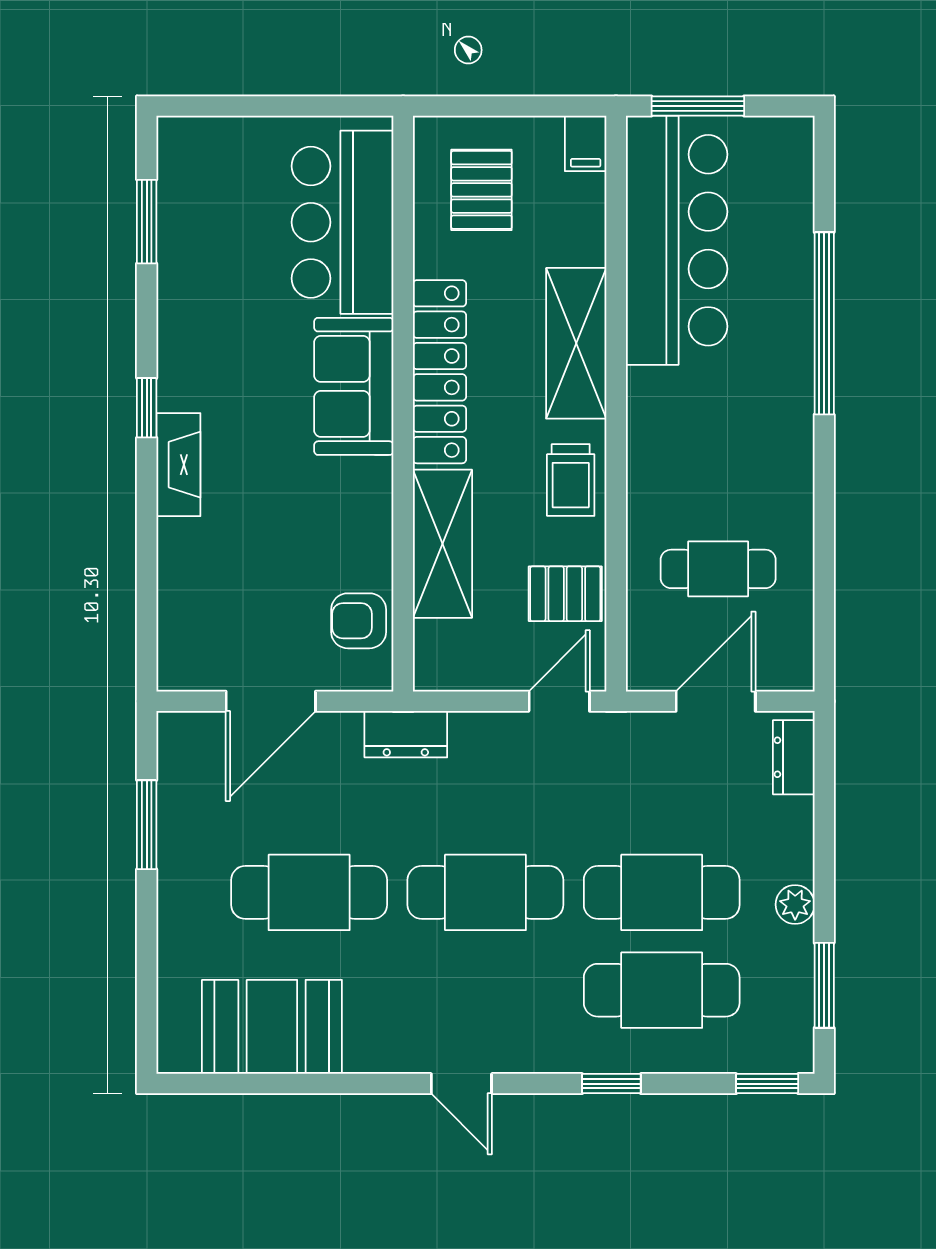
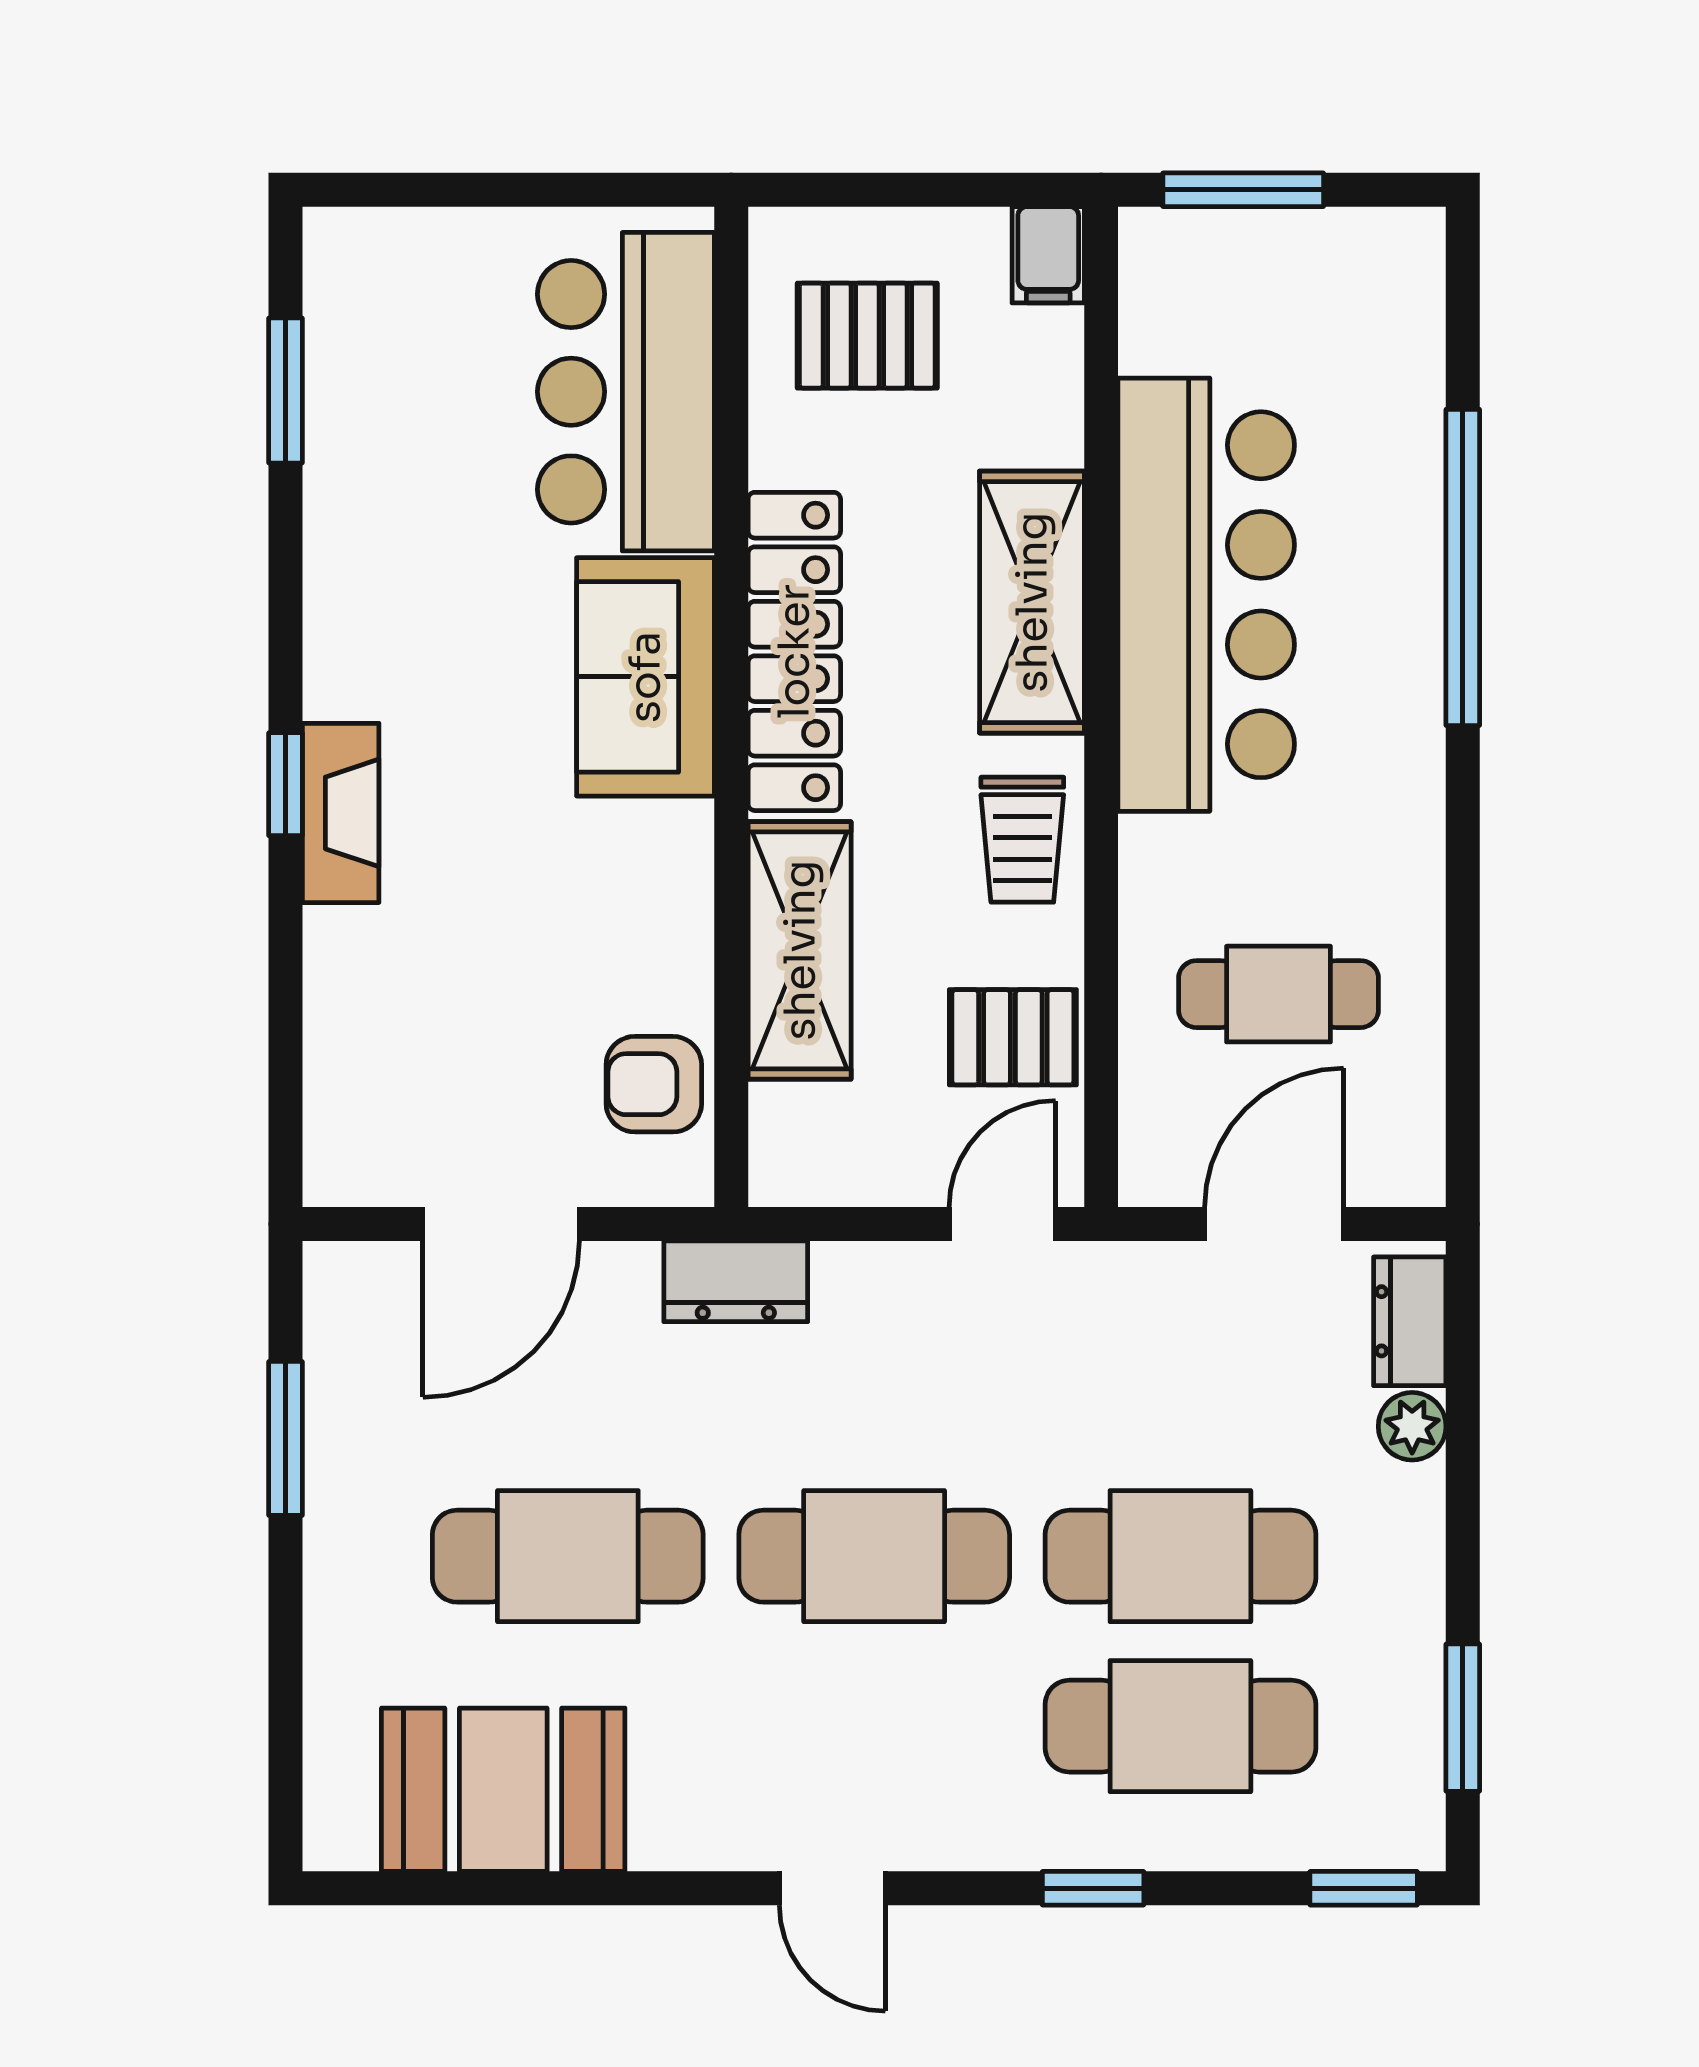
pallet: (481, 190) -> (867, 336), turned 90
bar counter: (677, 240) -> (1206, 595), moved
window: (147, 408) -> (286, 784), moved
plant: (795, 904) -> (1412, 1426), moved

